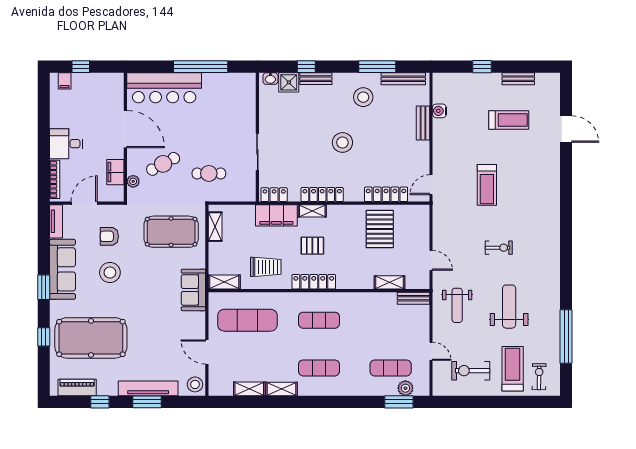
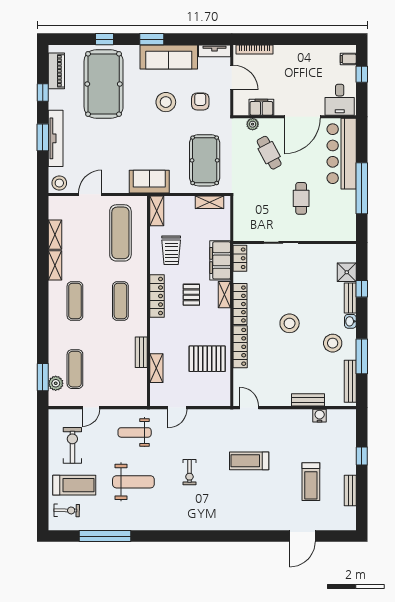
washbasin: (270, 79) -> (350, 321), moved
desk: (66, 144) -> (340, 100), moved, turned 180
cafe table: (209, 173) -> (301, 198), moved
locker: (386, 194) -> (240, 347), moved
bench: (413, 298) -> (141, 352), moved

